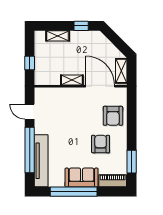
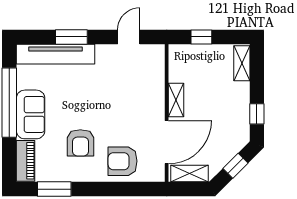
shelving: (58, 36) -> (242, 63), moved
window: (116, 40) -> (235, 166), added
armchair: (101, 144) -> (80, 143), turned 90
window: (30, 150) -> (71, 37), width x0.47

